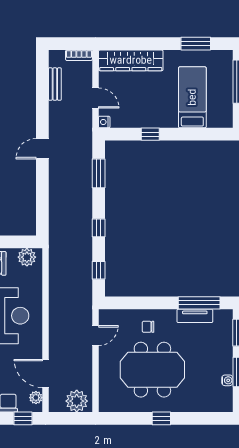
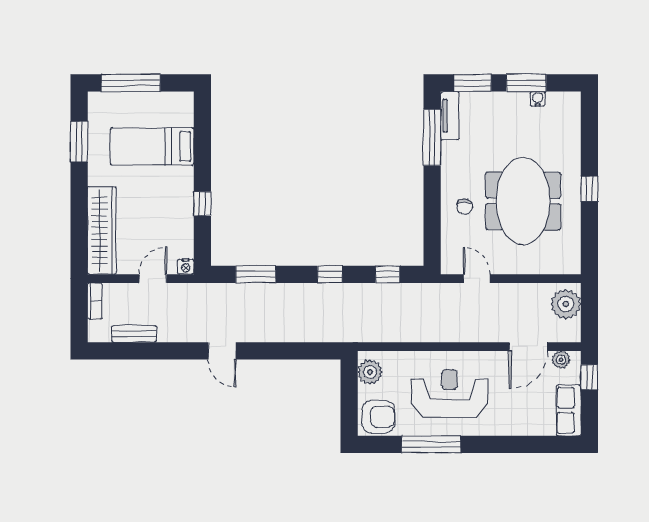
tv unit: (195, 316) -> (450, 116), moved

